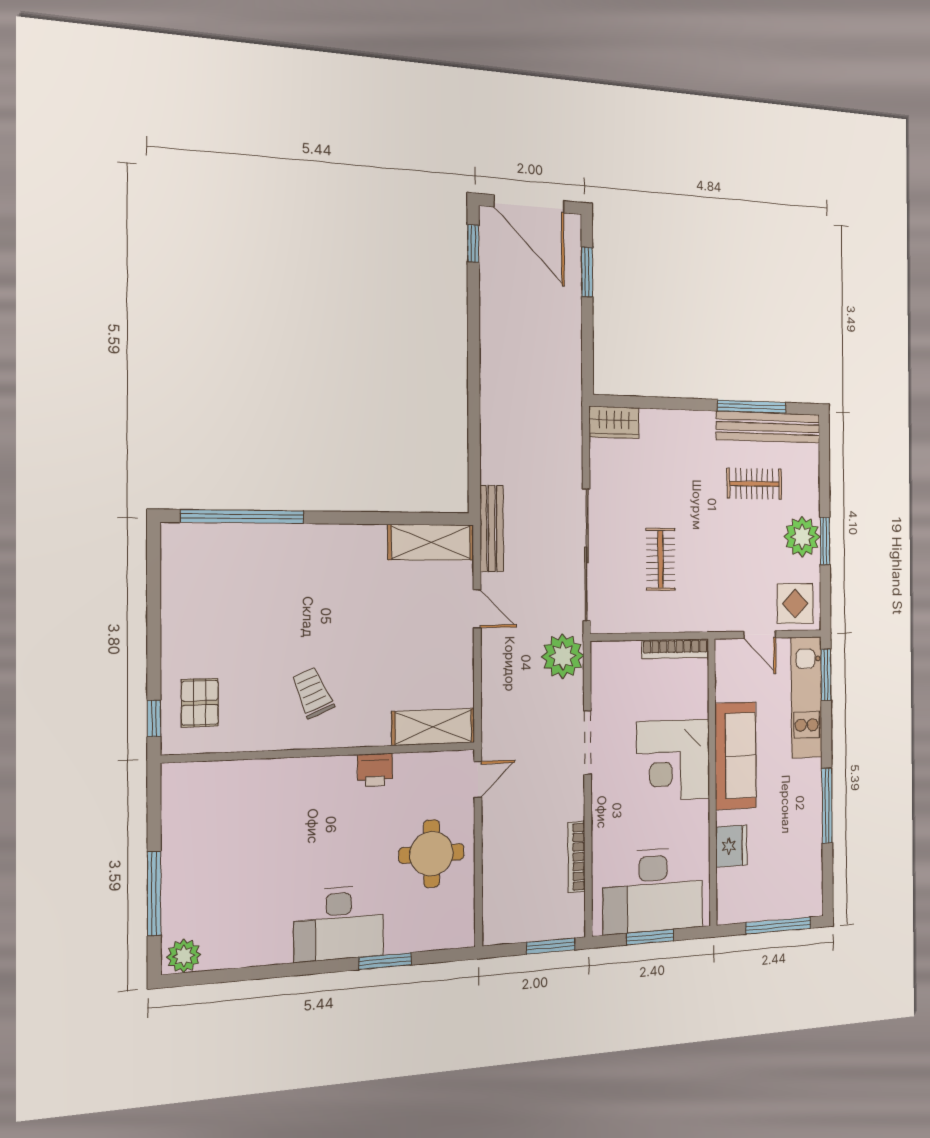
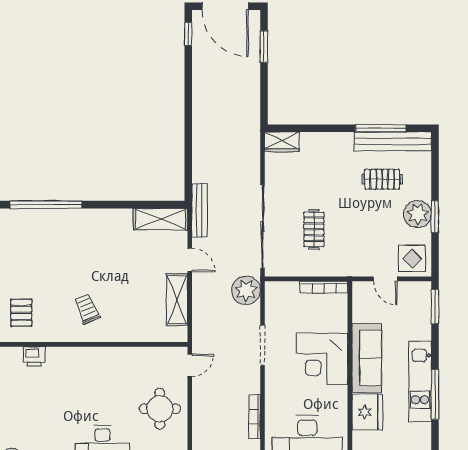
kitchen unit: (807, 697) -> (420, 381), moved
shelving: (433, 727) -> (177, 300), moved, turned 90
printer: (375, 770) -> (34, 356), moved
fridge: (731, 846) -> (367, 412), width x1.36, depth x1.34

